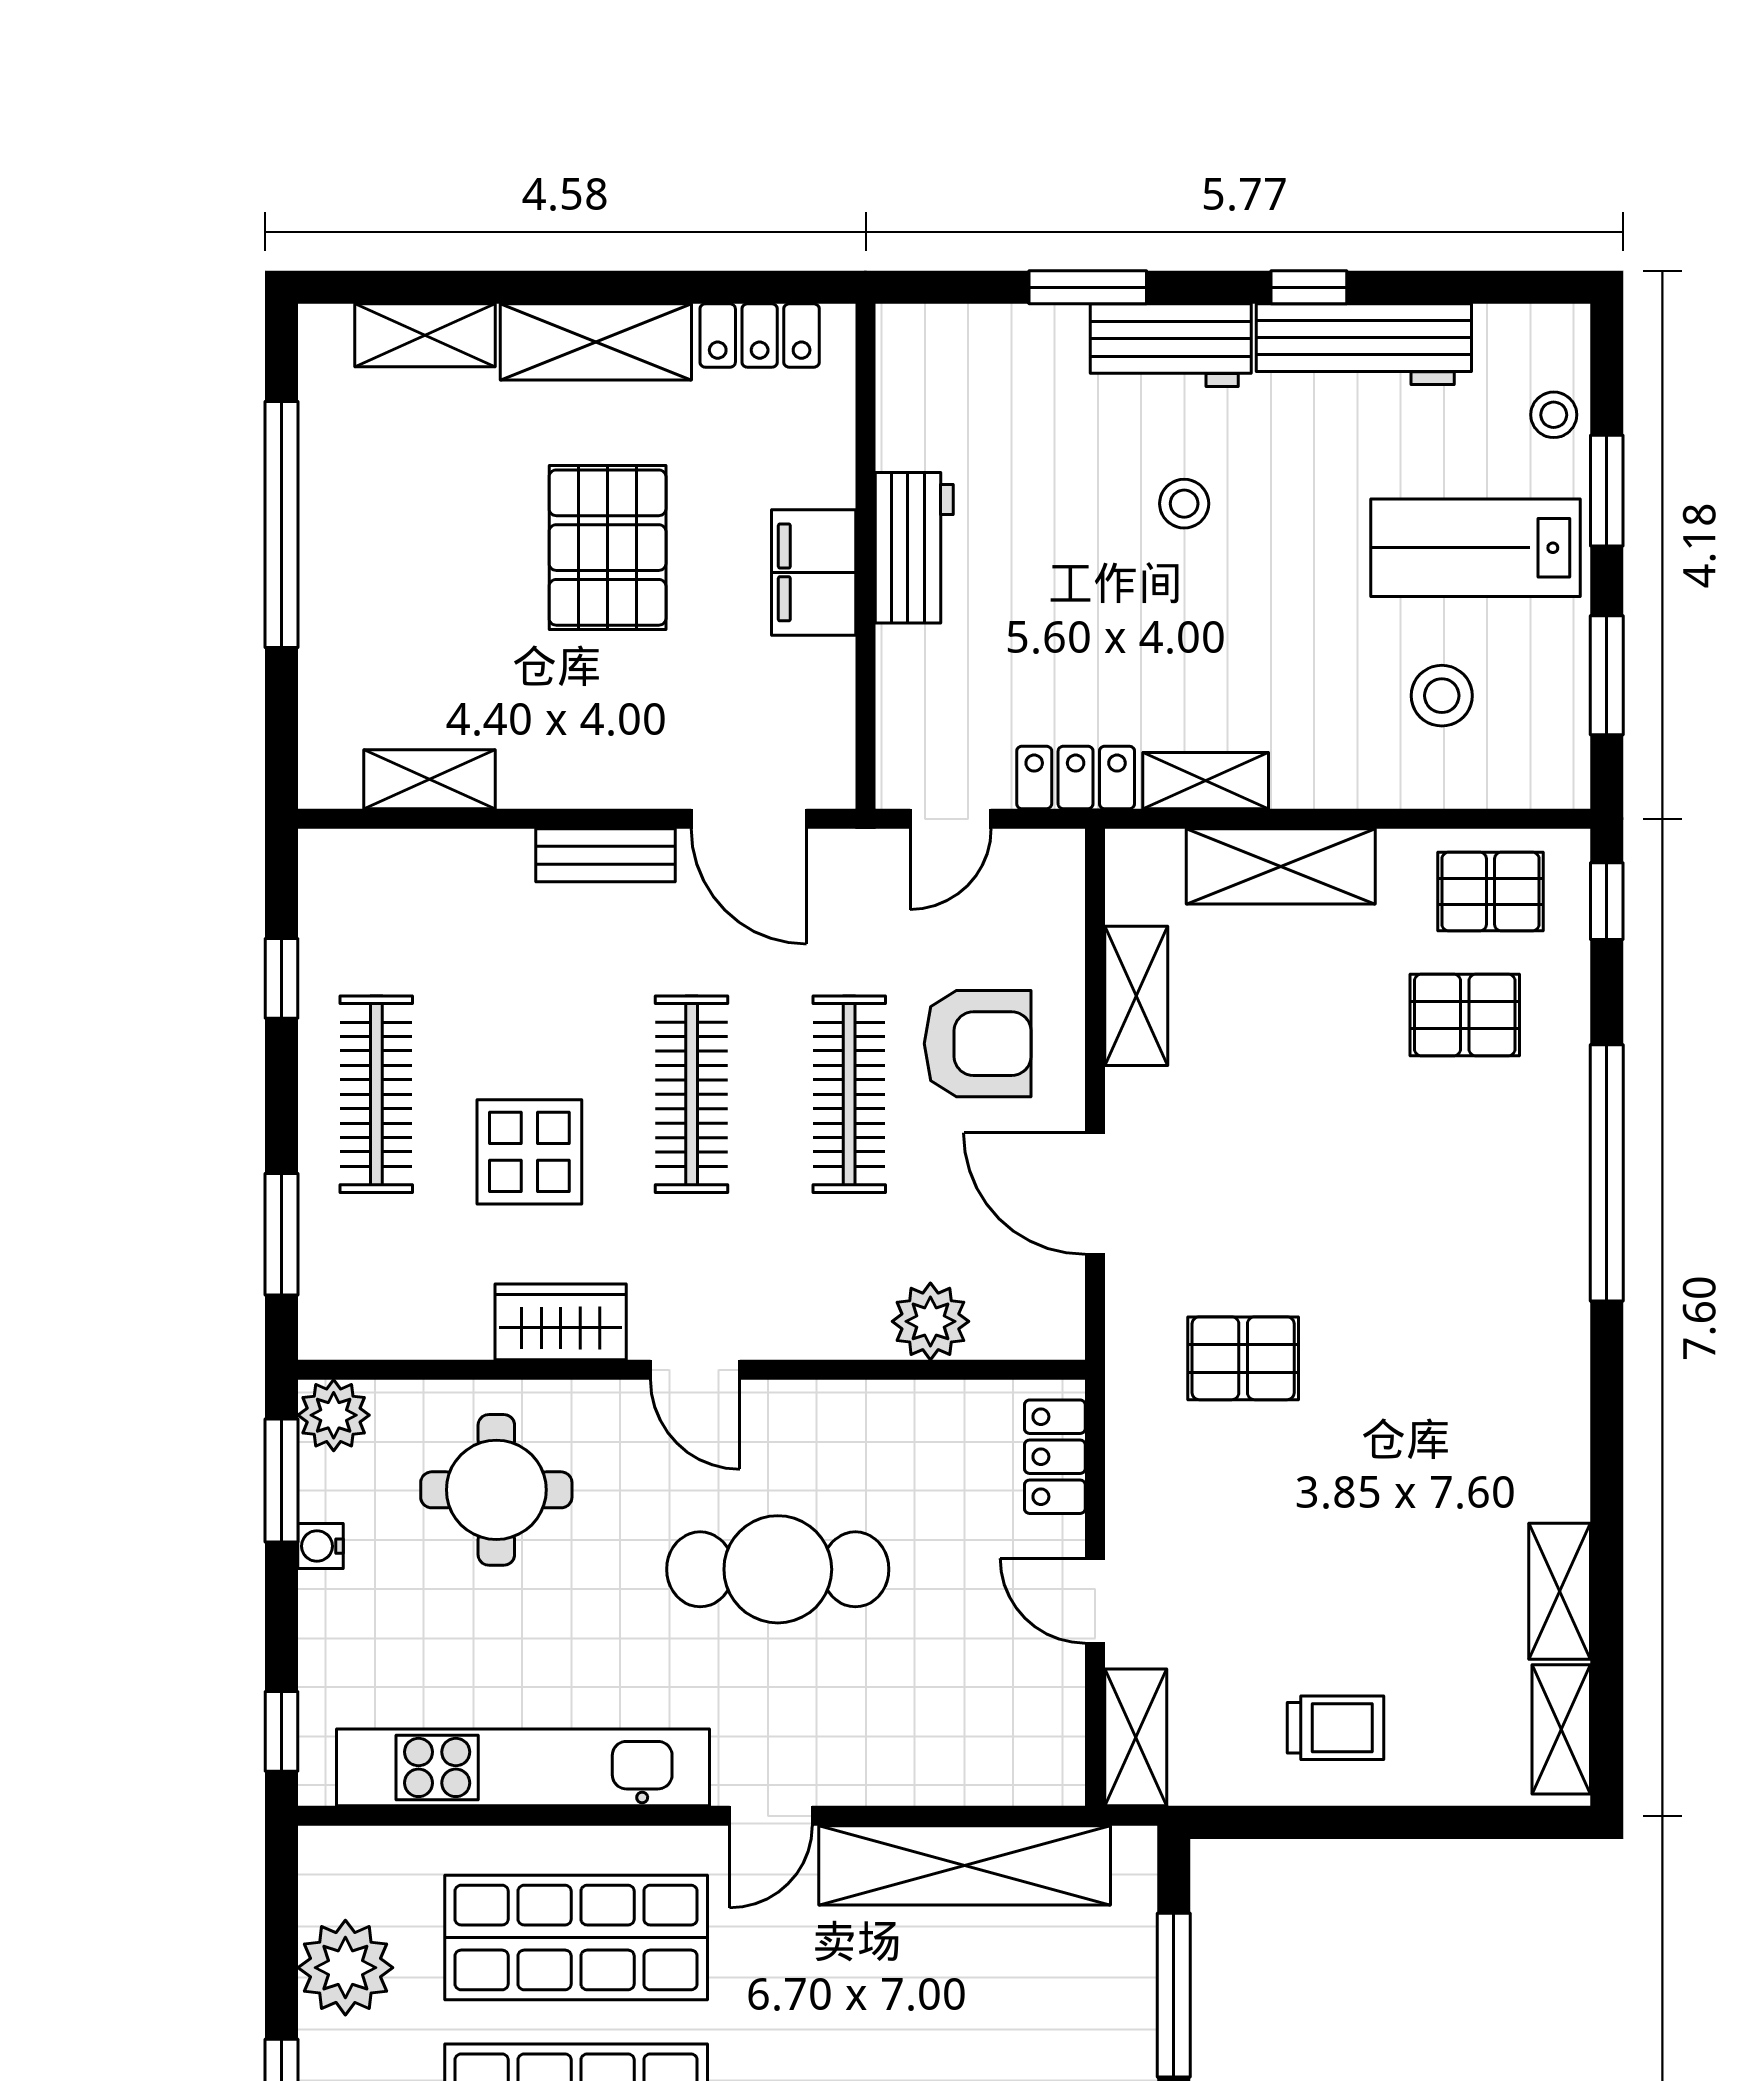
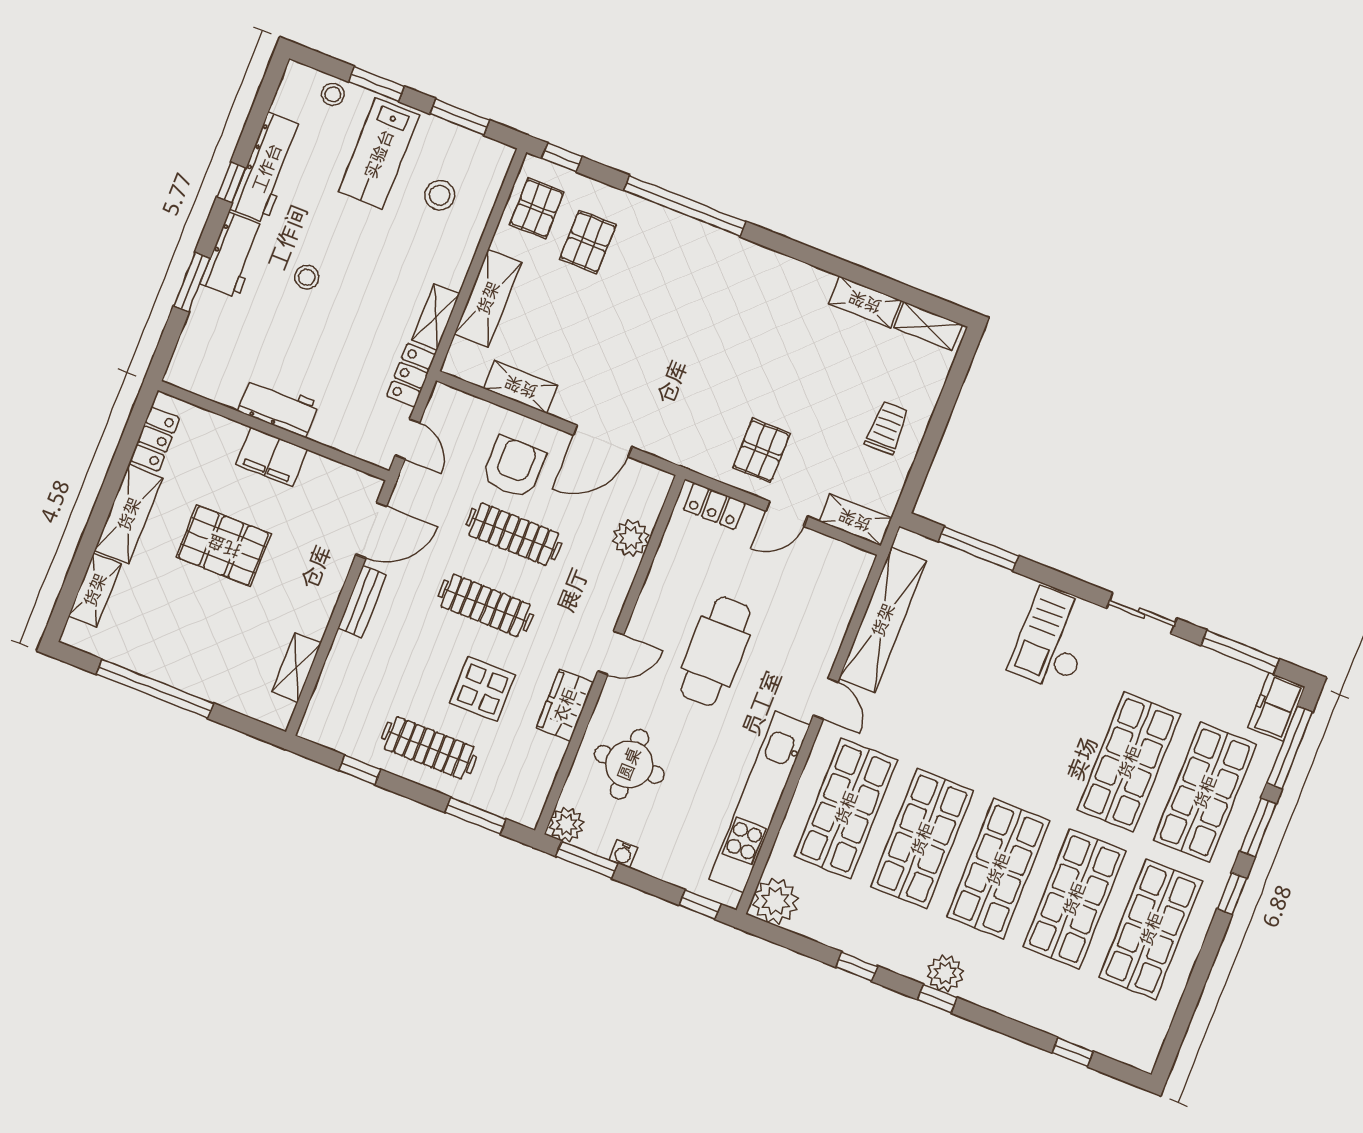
pallet: (1243, 1358) -> (761, 451), moved
plant: (345, 1968) -> (775, 901), moved

